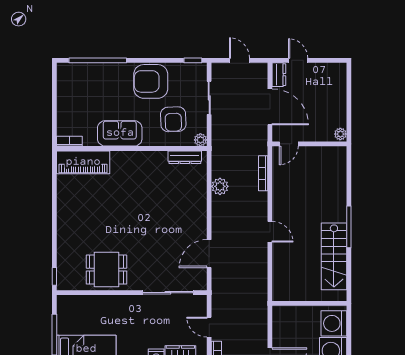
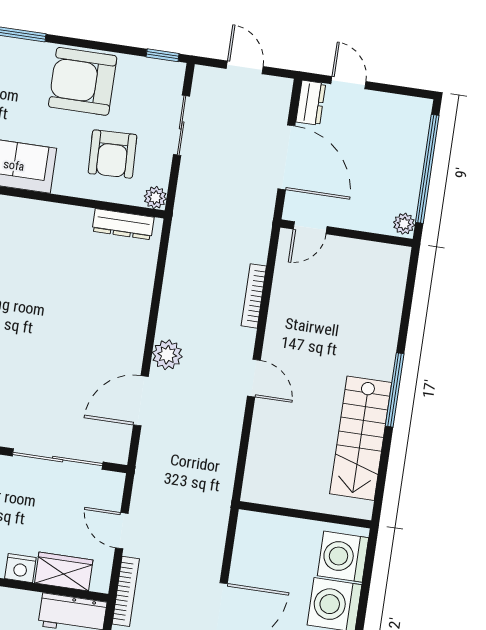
window: (349, 102) -> (427, 169), added
bookcase: (263, 173) -> (254, 296), moved
plant: (220, 186) -> (167, 355), moved

